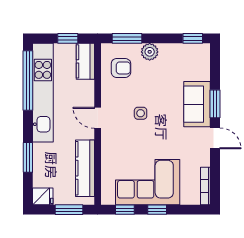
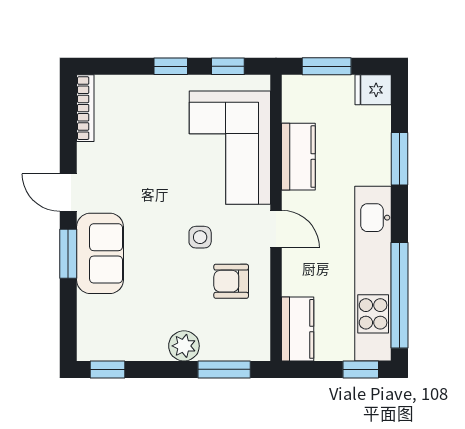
window: (68, 38) -> (361, 369), moved
armchair: (121, 68) -> (231, 281), moved
kitchen counter: (85, 168) -> (298, 157), width x0.67
corner sofa: (148, 182) -> (230, 148), moved, turned 90

